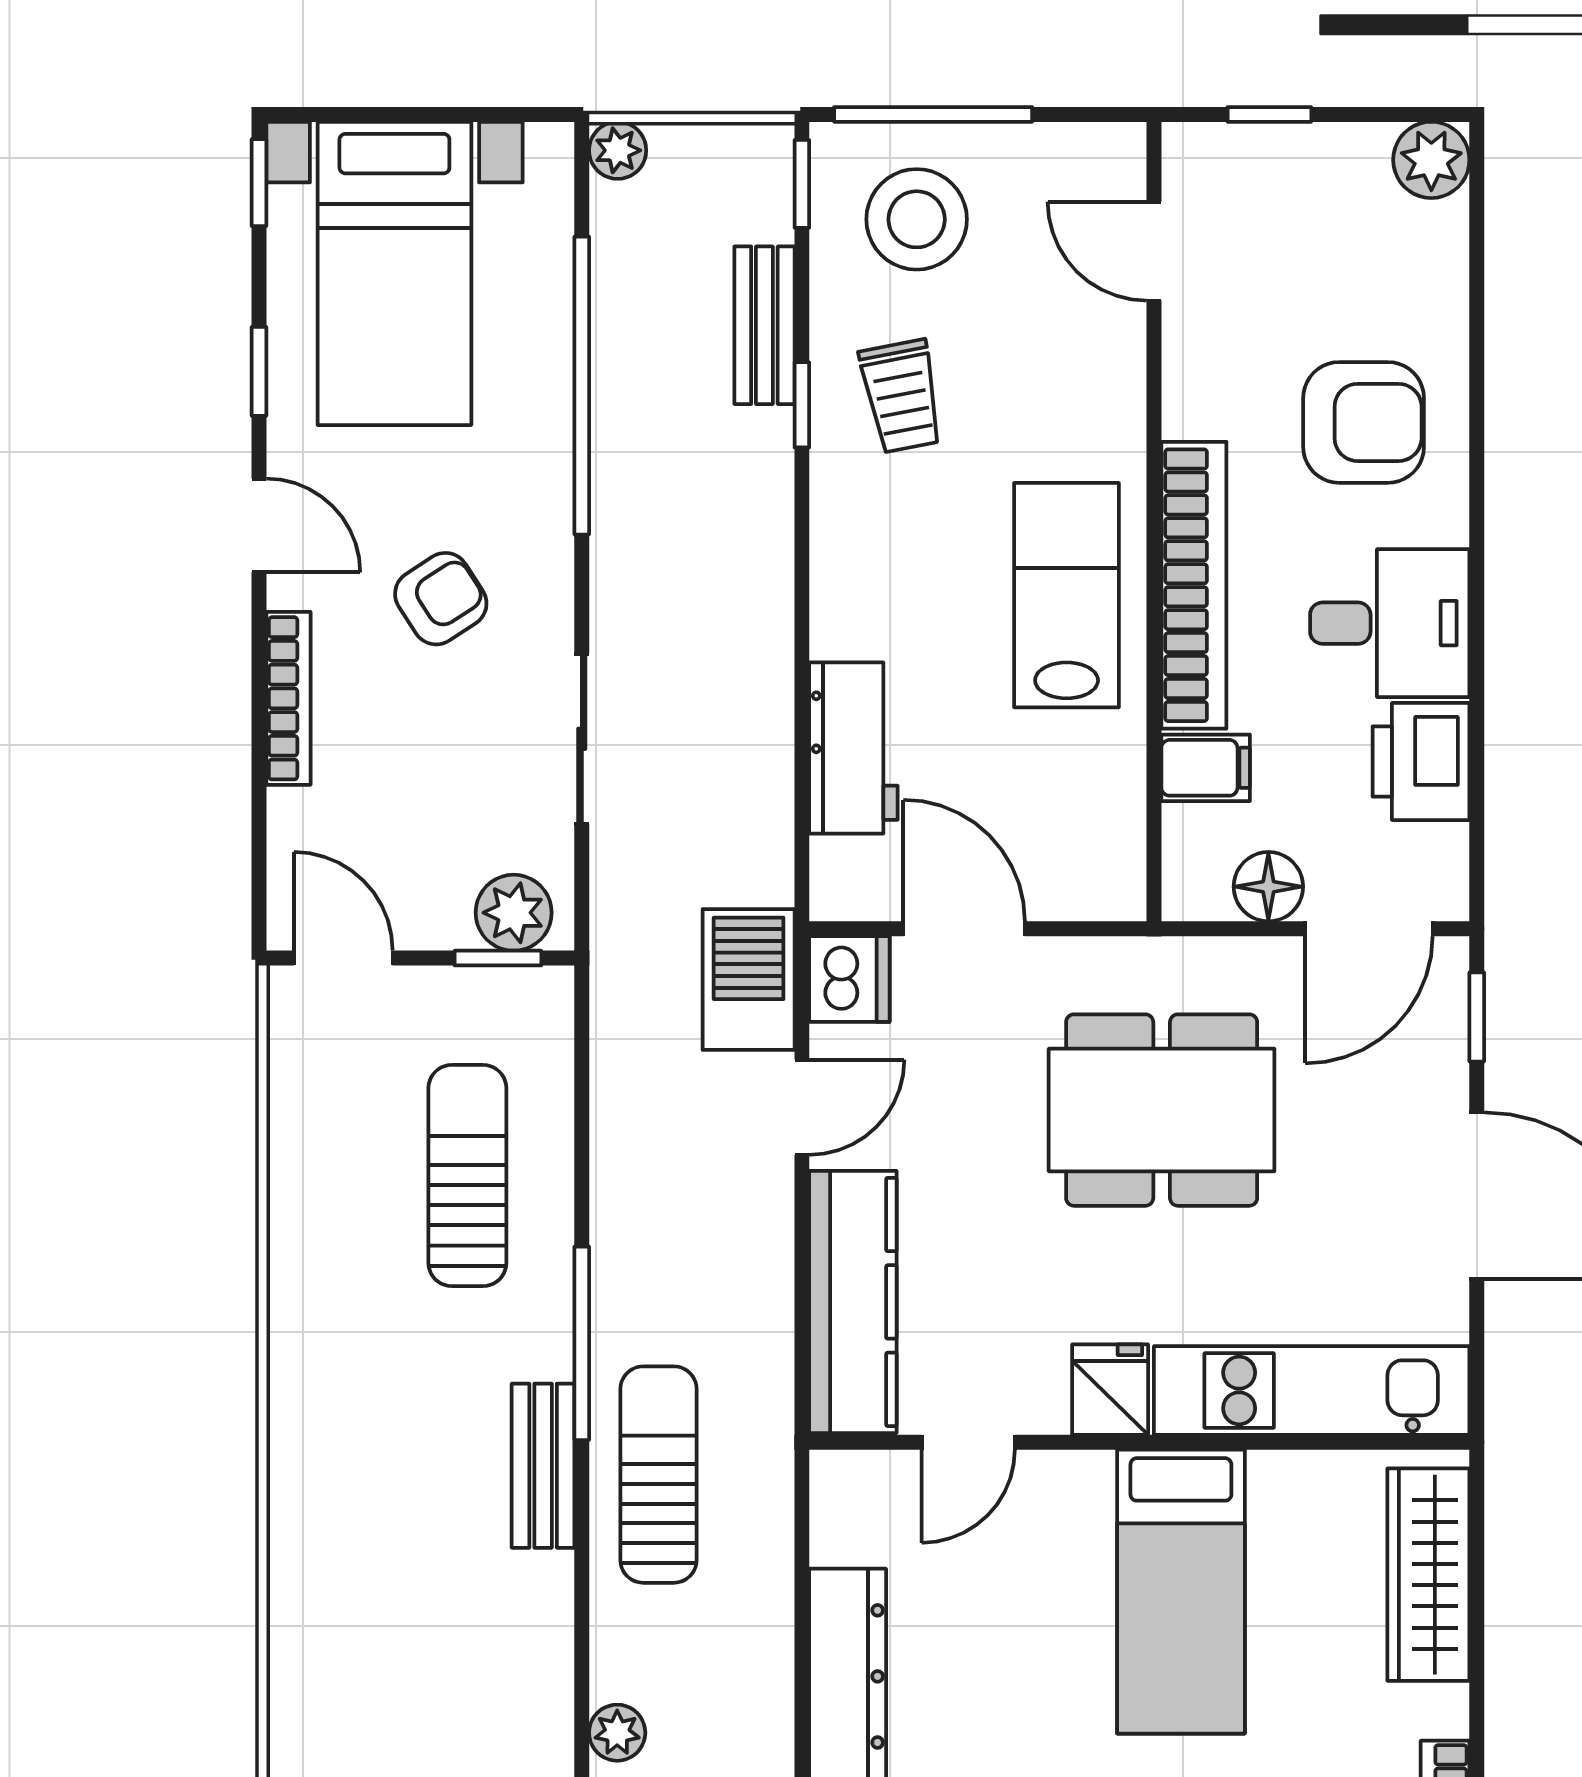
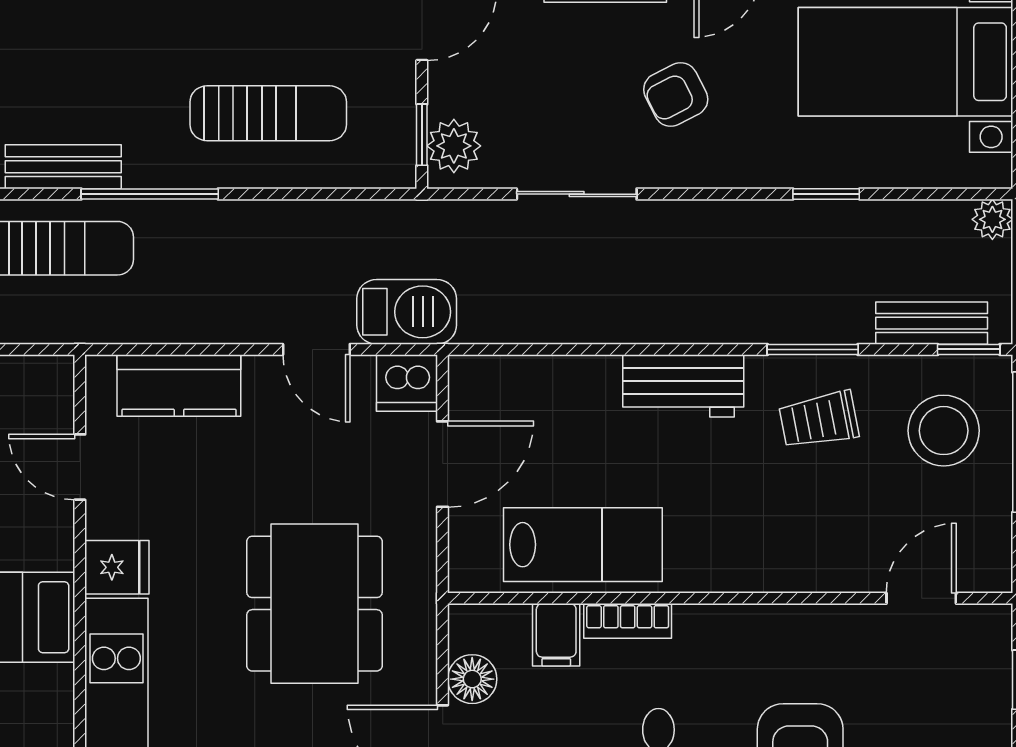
bench: (764, 325) -> (932, 323), moved
window: (582, 386) -> (826, 194), width x0.32
window: (802, 405) -> (813, 349), width x1.50
bookcase: (1194, 585) -> (628, 621), width x0.43, depth x0.76
lab bench: (1067, 595) -> (583, 545), moved
armchair: (441, 599) -> (676, 94), turned 96
workbench: (853, 748) -> (683, 386), moved
kitchen counter: (853, 1302) -> (179, 386), width x0.67

